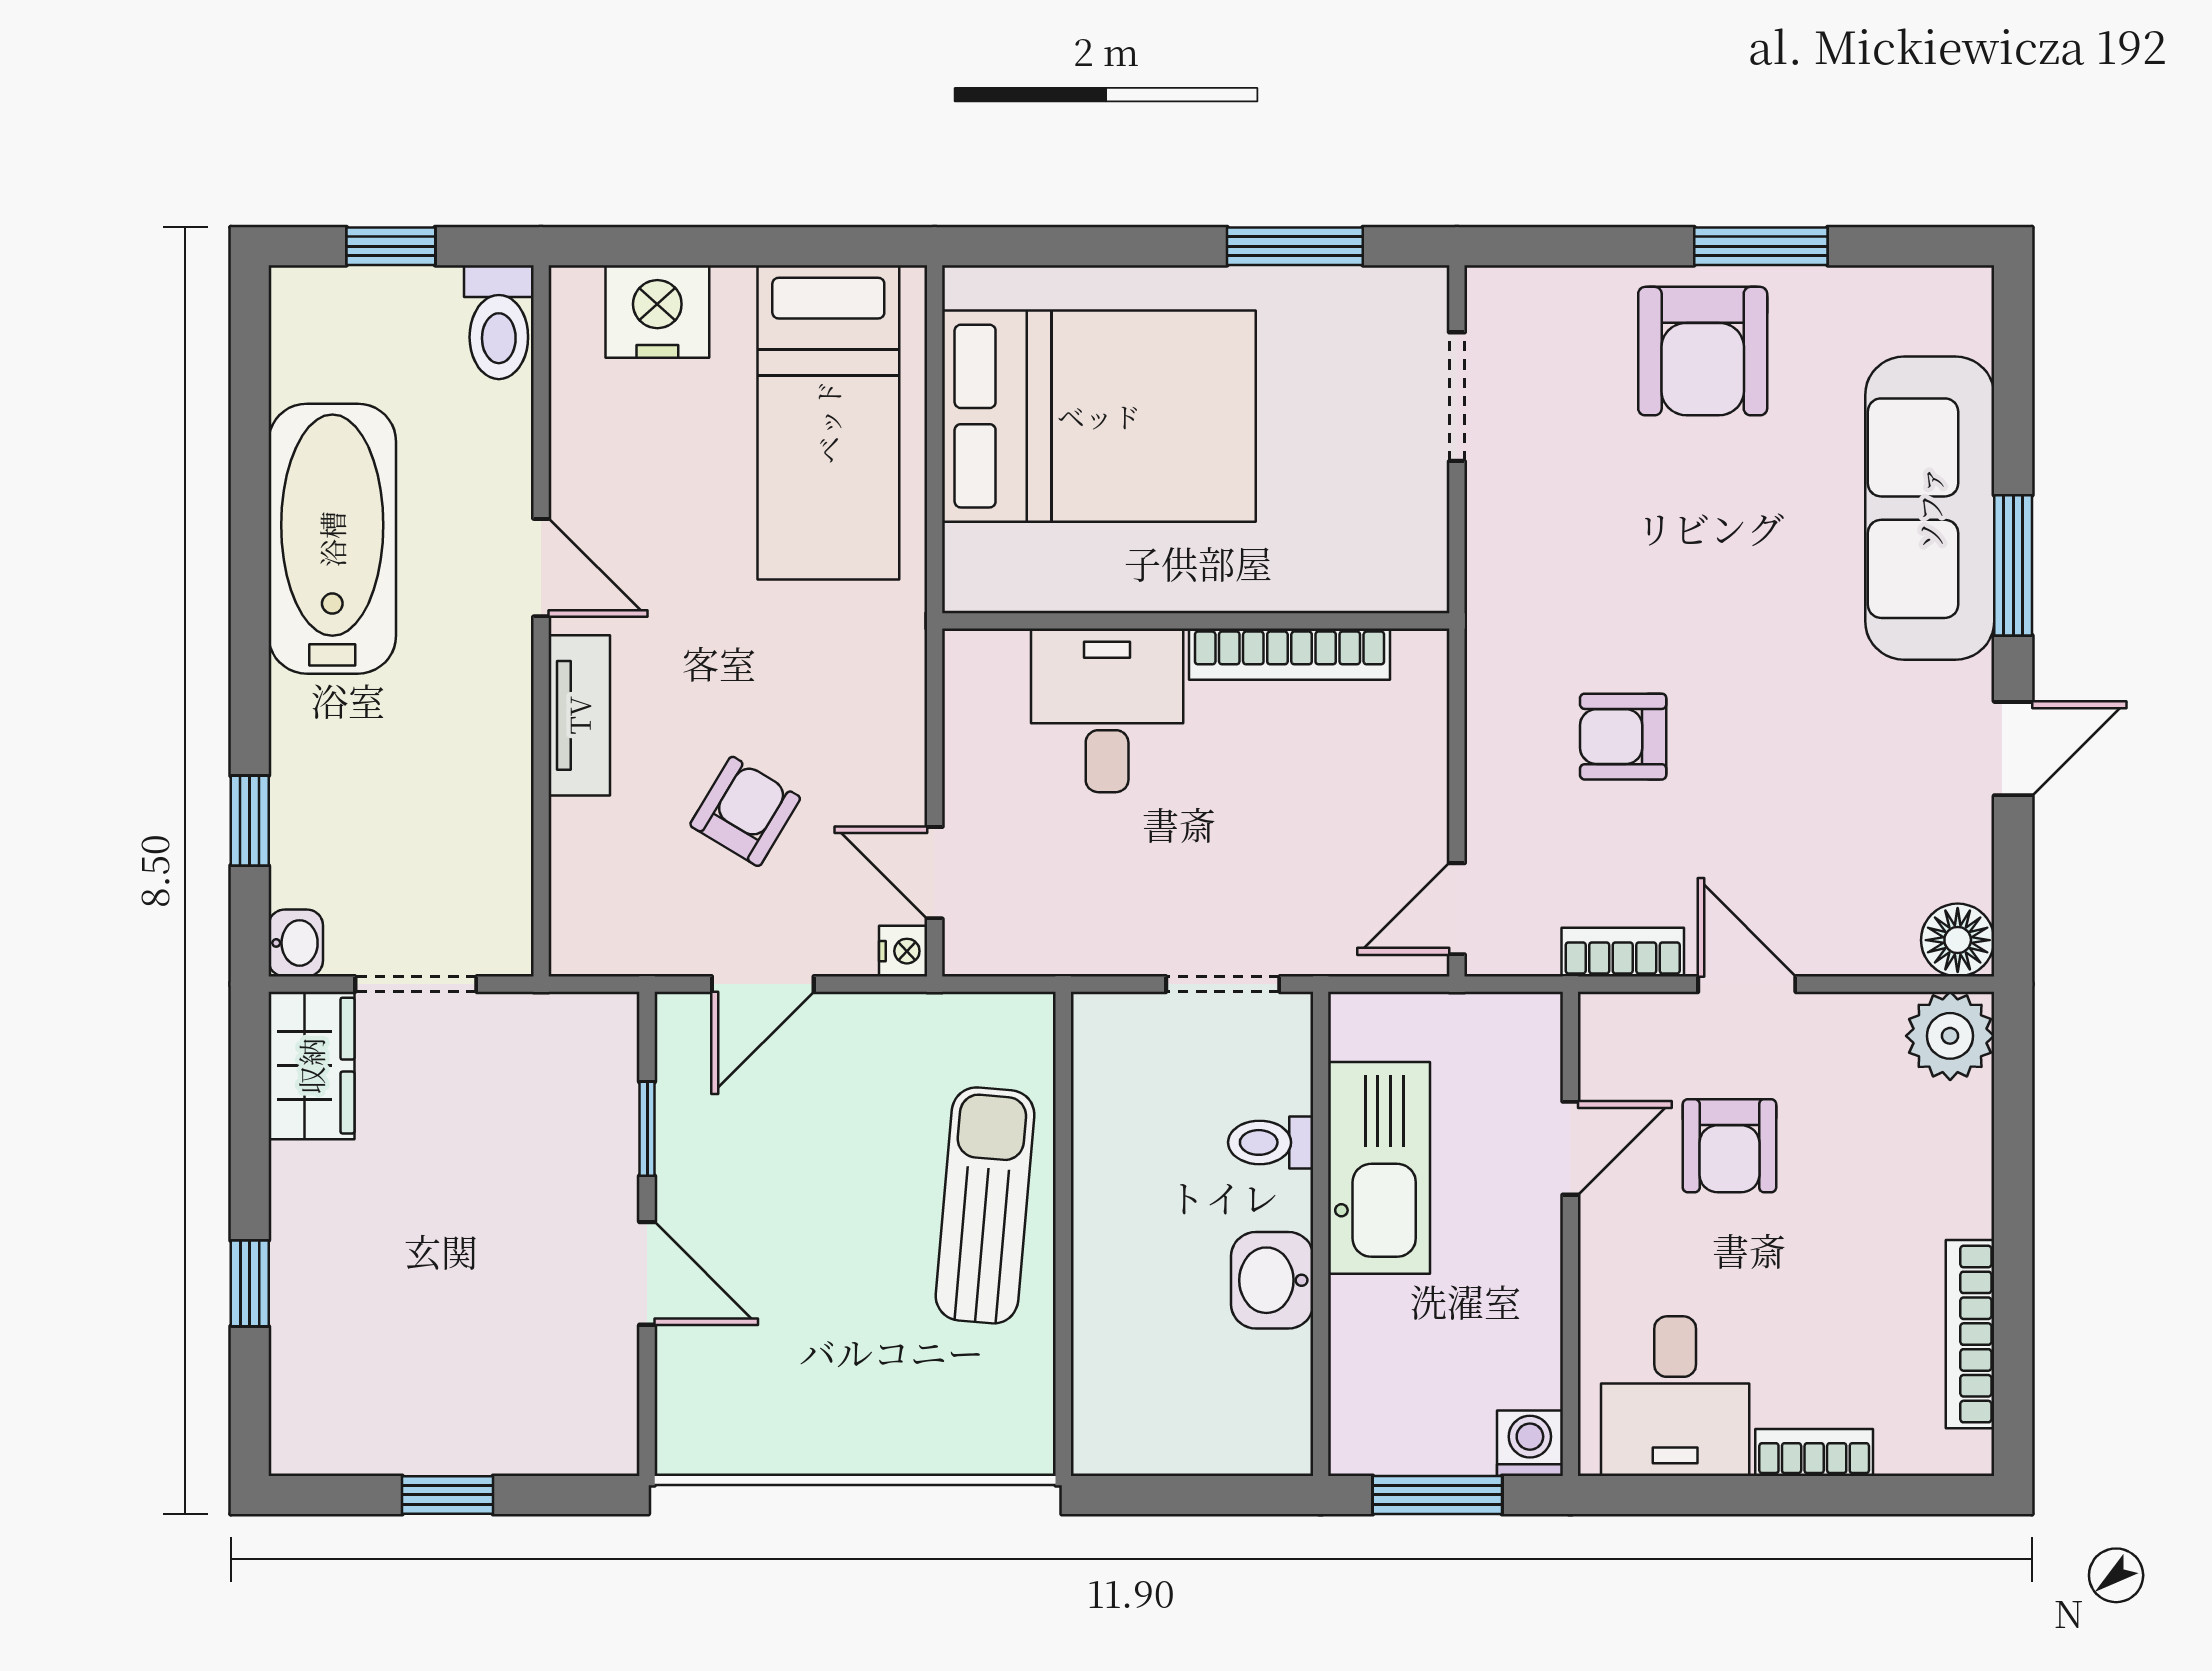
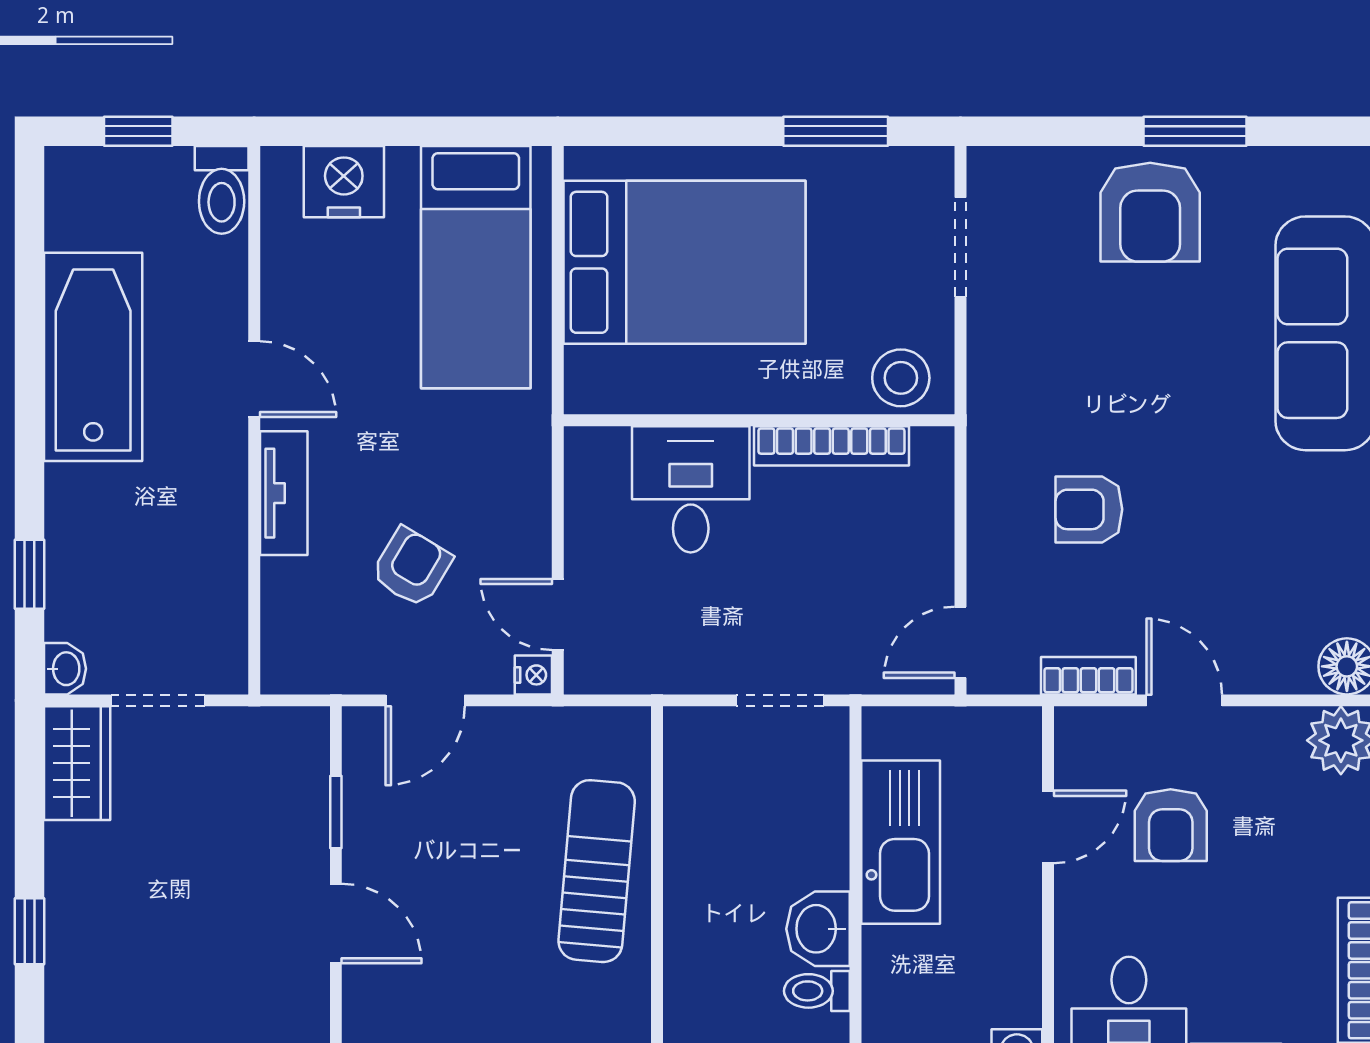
stool: (1379, 566) -> (901, 378), added
toilet: (1271, 1142) -> (817, 991), moved

